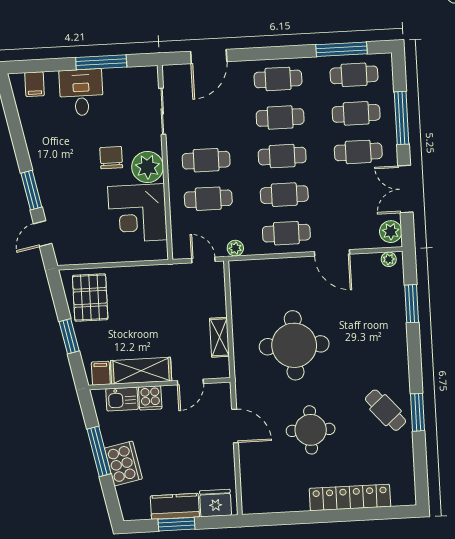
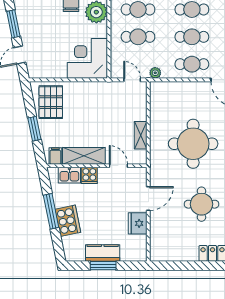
corner desk: (137, 213) -> (87, 58), moved, turned 90
door: (190, 382) -> (118, 166), swing flipped
door: (235, 426) -> (148, 198), hinge flipped
fridge: (215, 503) -> (138, 223), moved, turned -90

